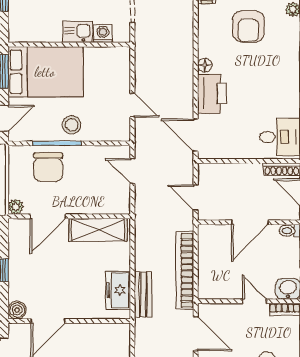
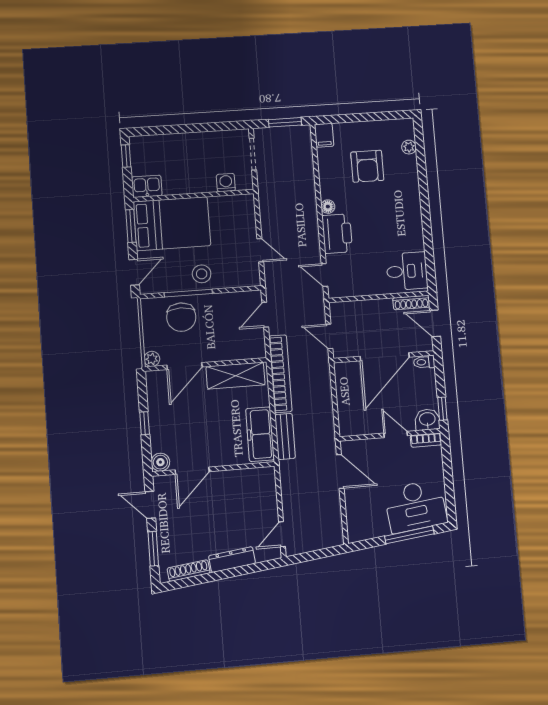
kitchen sink: (78, 32) -> (147, 186), moved
door: (196, 135) -> (324, 275), width x0.73
door: (132, 171) -> (265, 315), hinge flipped
door: (250, 222) -> (385, 357), width x1.36
bookcase: (185, 271) -> (280, 374), moved, turned 180
freezer: (118, 290) -> (260, 434), width x1.40

